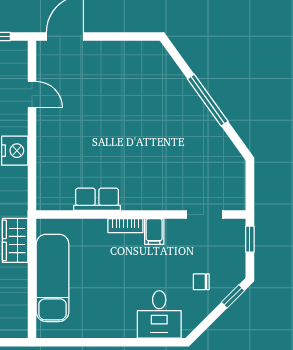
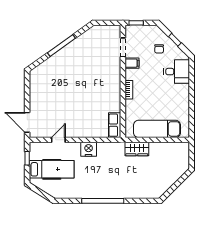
row of seats: (97, 199) -> (115, 125), moved
filing cabinet: (154, 231) -> (132, 63), moved
window: (233, 296) -> (175, 40), moved

